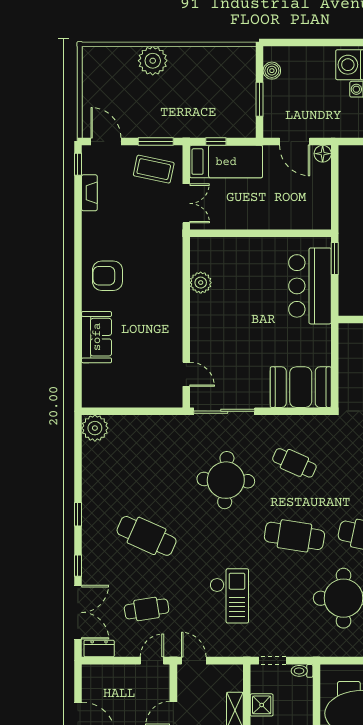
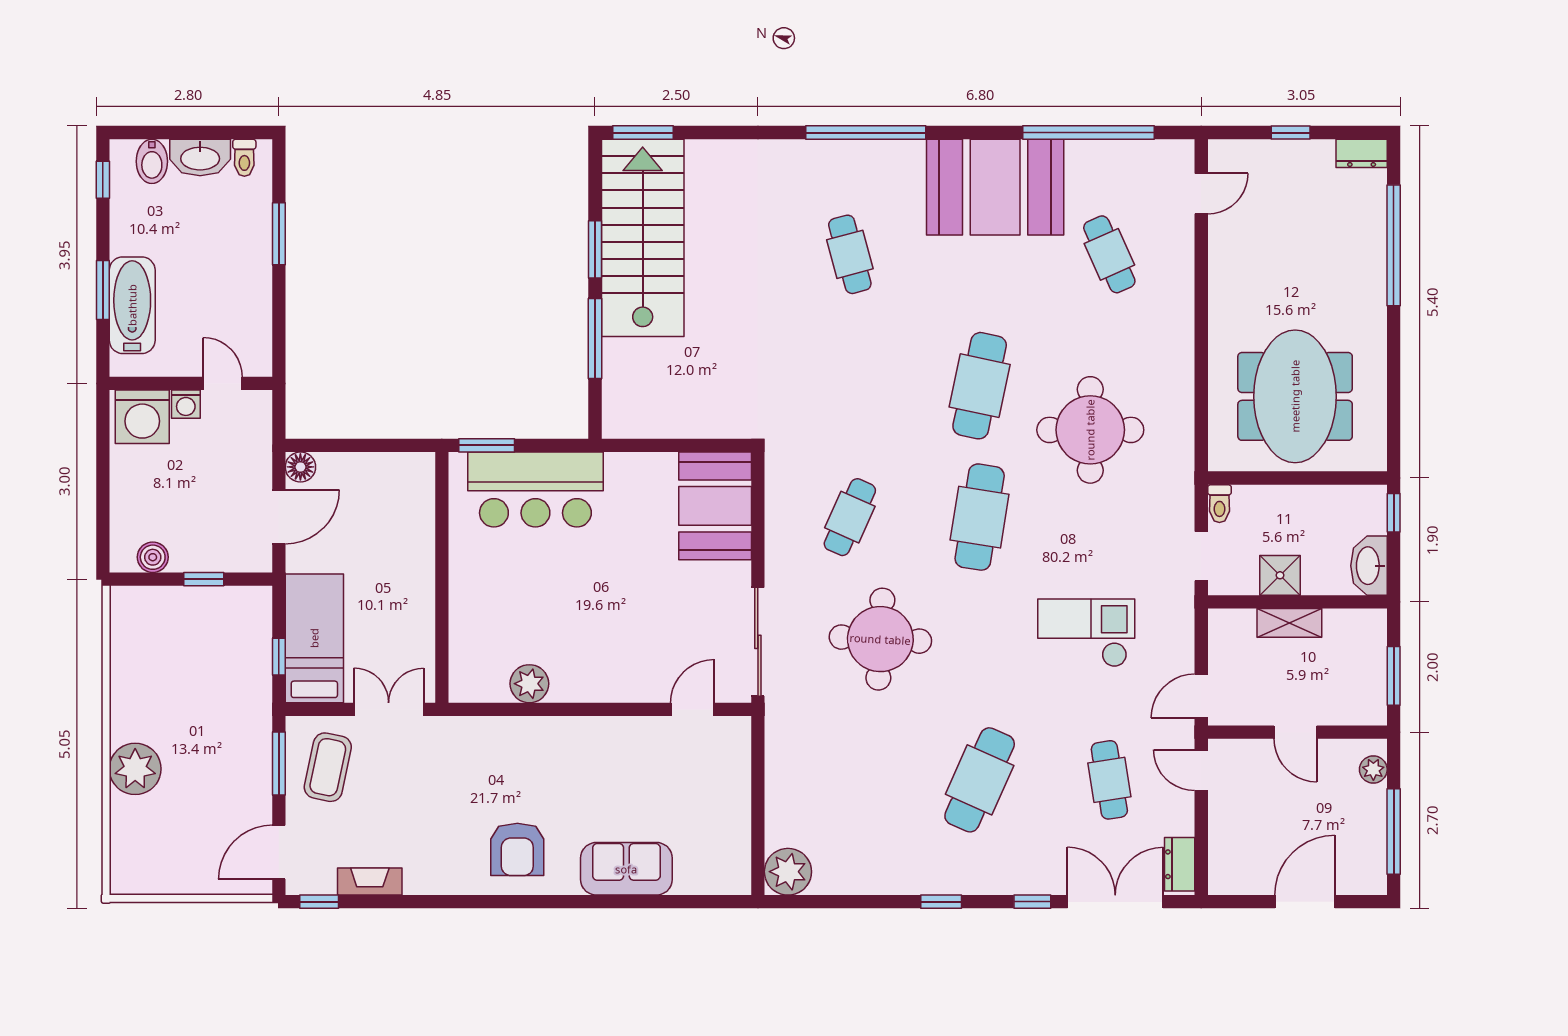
window: (260, 99) -> (204, 579), width x0.67

